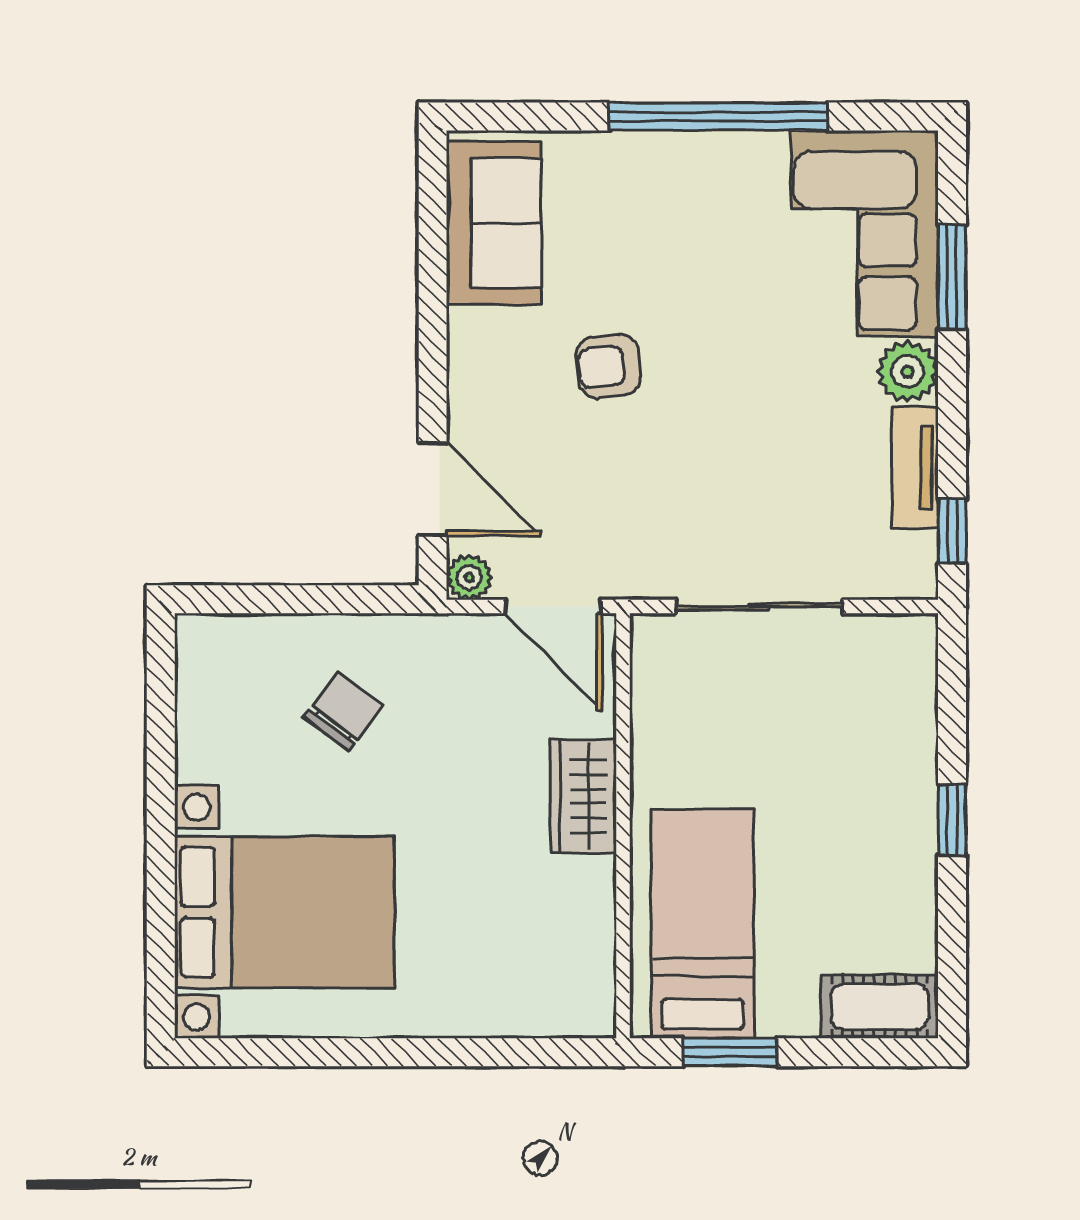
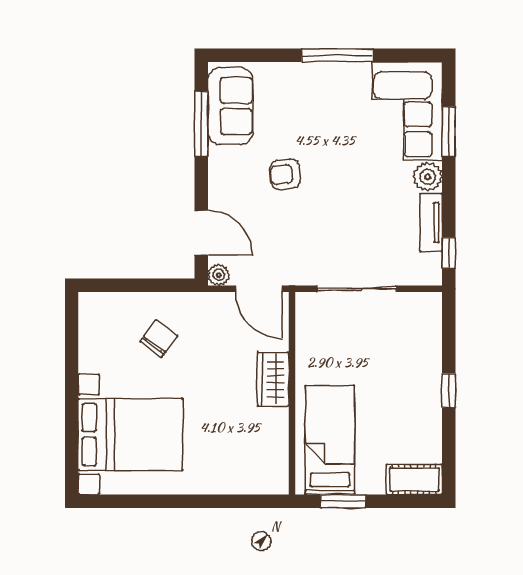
window: (718, 117) -> (337, 55), width x0.68
window: (433, 261) -> (201, 124), added

